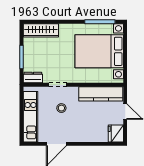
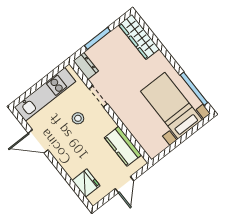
bed with nightstands: (99, 51) -> (171, 106), width x0.73
kitchen counter: (101, 94) -> (123, 146), width x0.67
fridge: (116, 133) -> (86, 183), moved, turned 90

